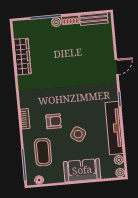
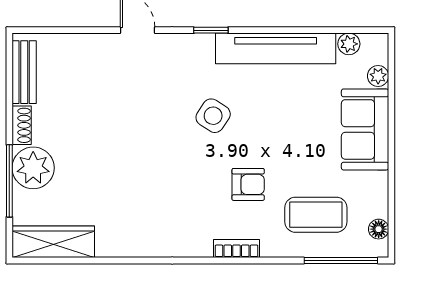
plant: (56, 22) -> (33, 168), width x1.88, depth x1.88
wardrobe: (22, 57) -> (53, 242), moved
armchair: (54, 121) -> (248, 184), turned 90
side table: (78, 134) -> (213, 116), moved
plant: (120, 173) -> (378, 76), moved

